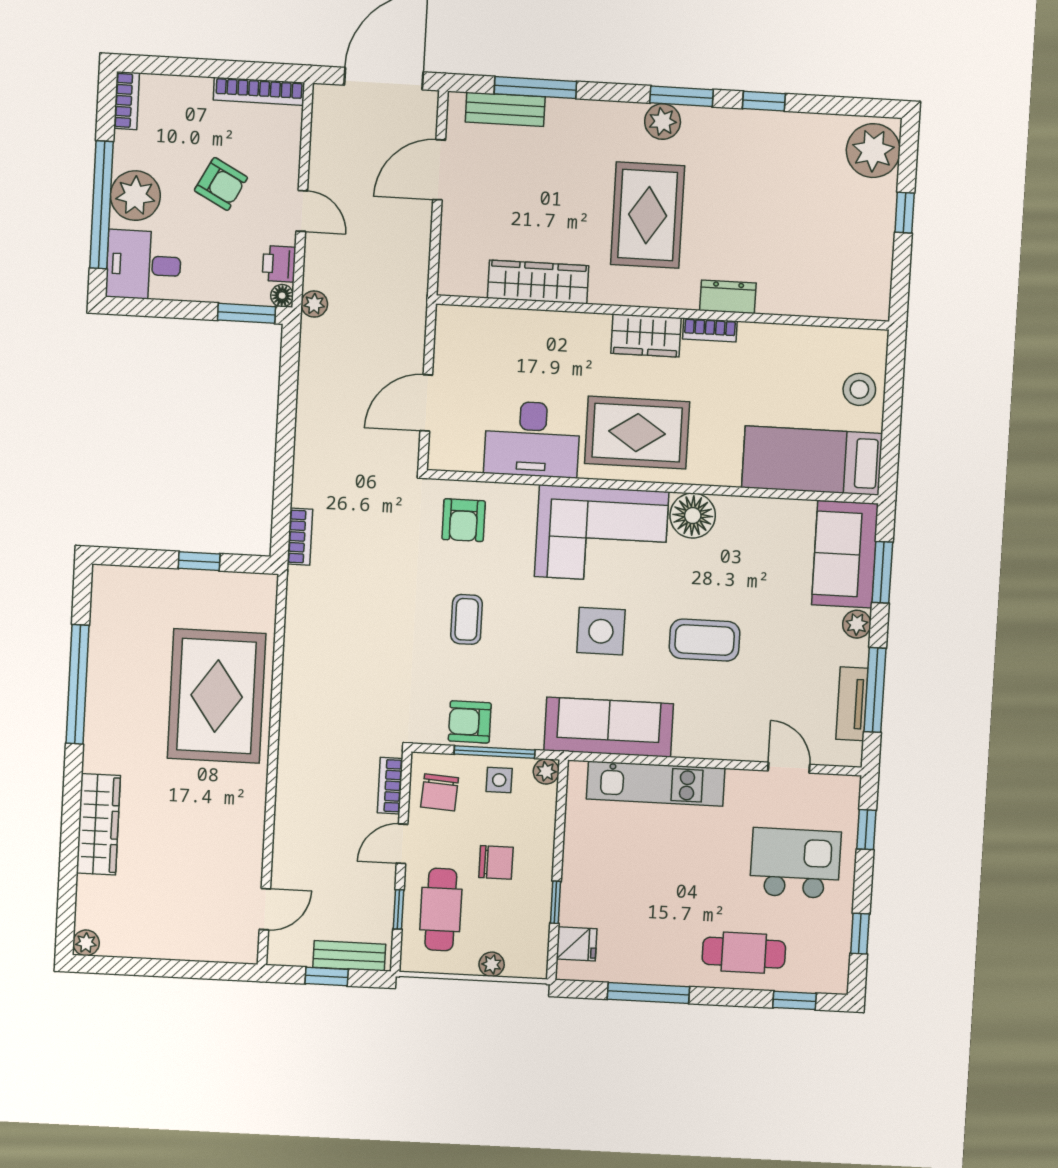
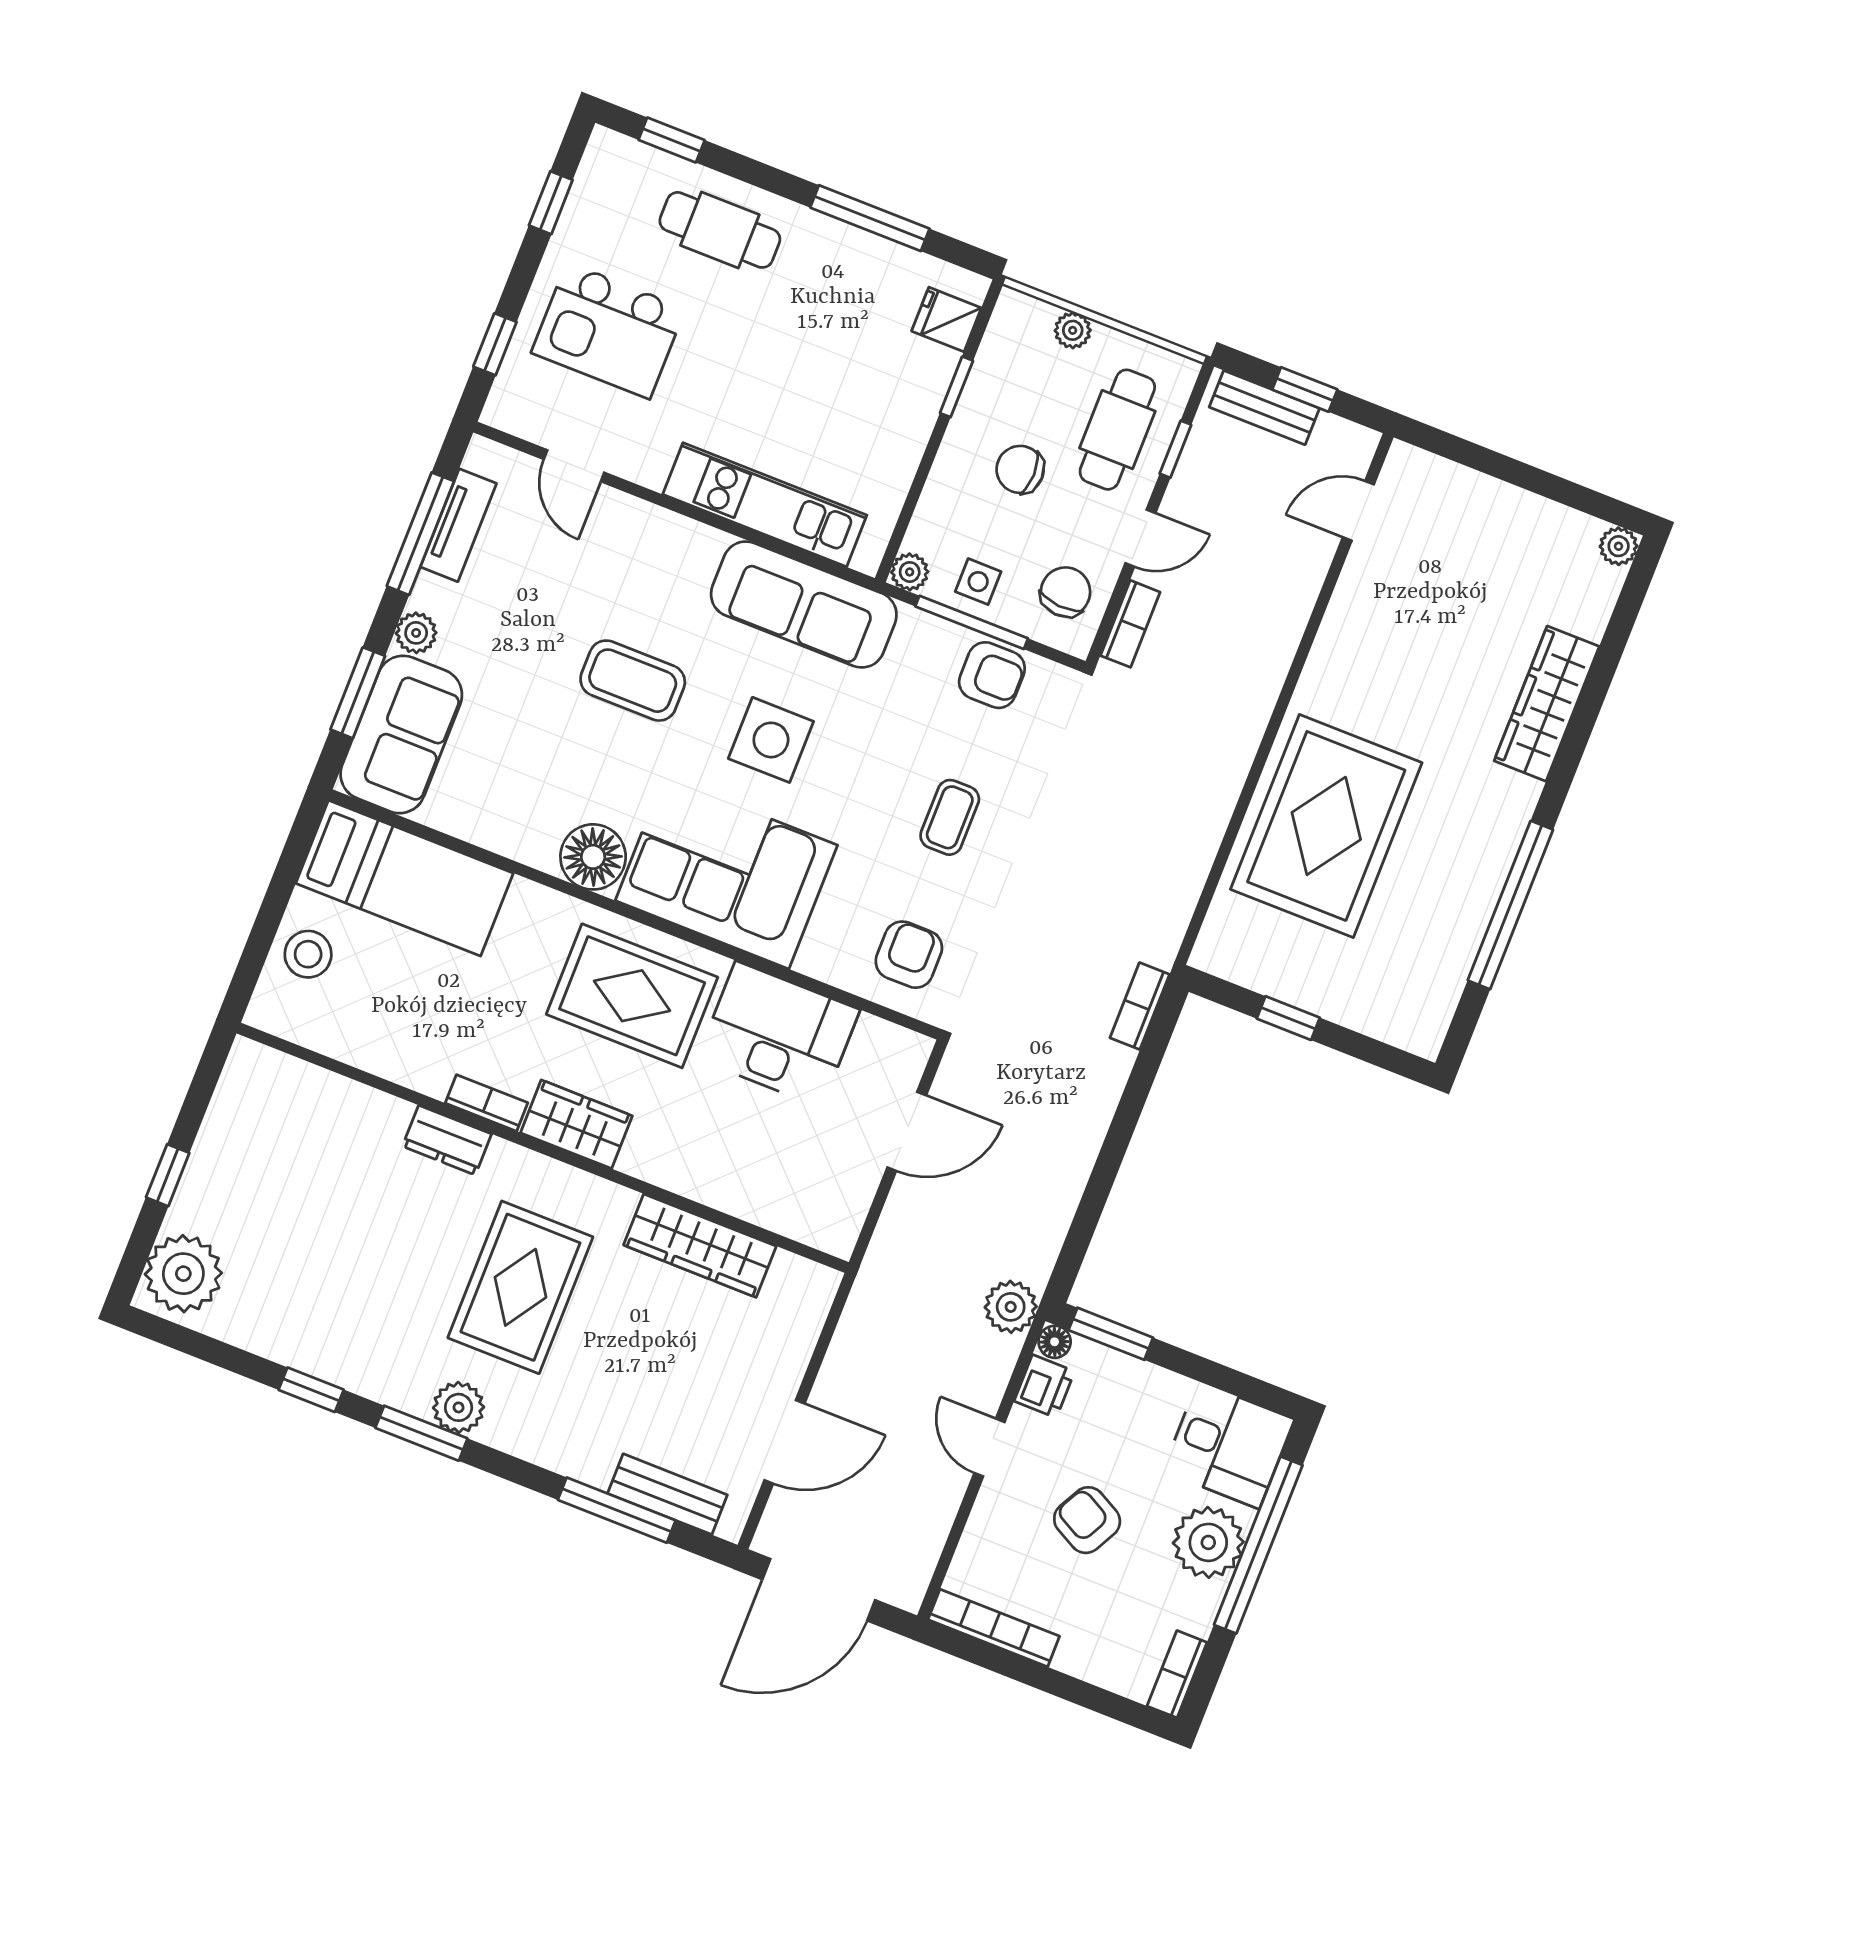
plant: (314, 304) -> (1011, 1307), width x1.38, depth x1.38

